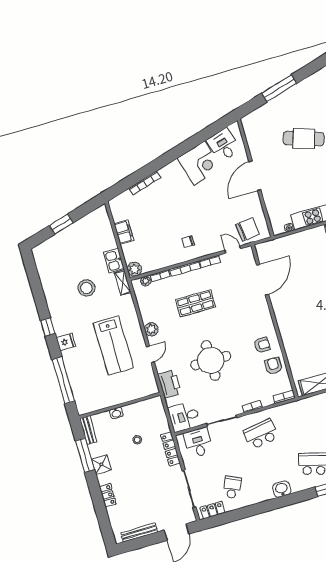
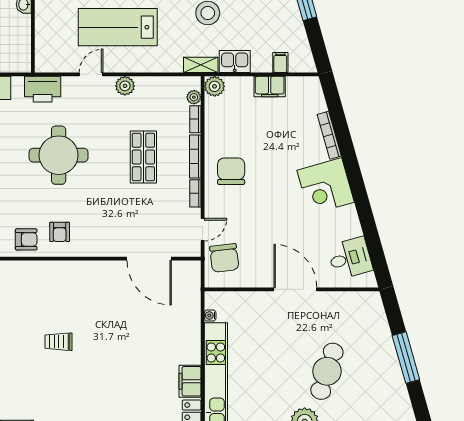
corner desk: (199, 163) -> (326, 186), moved
filing cabinet: (106, 230) -> (280, 63), added
chair: (188, 242) -> (231, 171), width x1.87, depth x1.87
door: (150, 354) -> (91, 74), swing flipped

